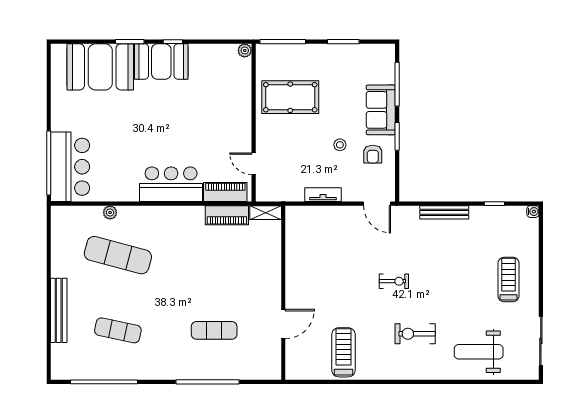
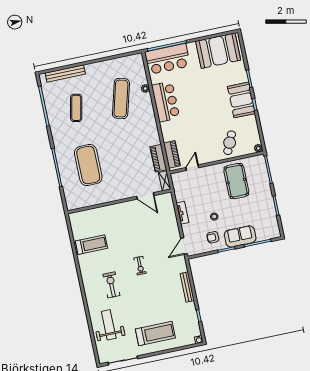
booth: (100, 67) -> (218, 51), moved, turned 90
cafe table: (226, 95) -> (230, 143), added
bar counter: (171, 184) -> (166, 102), moved
treadmill: (508, 280) -> (155, 334), width x1.37, depth x1.38
bench: (59, 310) -> (65, 73), moved
door: (283, 324) -> (145, 196), moved
exercise mat: (214, 330) -> (88, 165), width x2.00, depth x1.45

